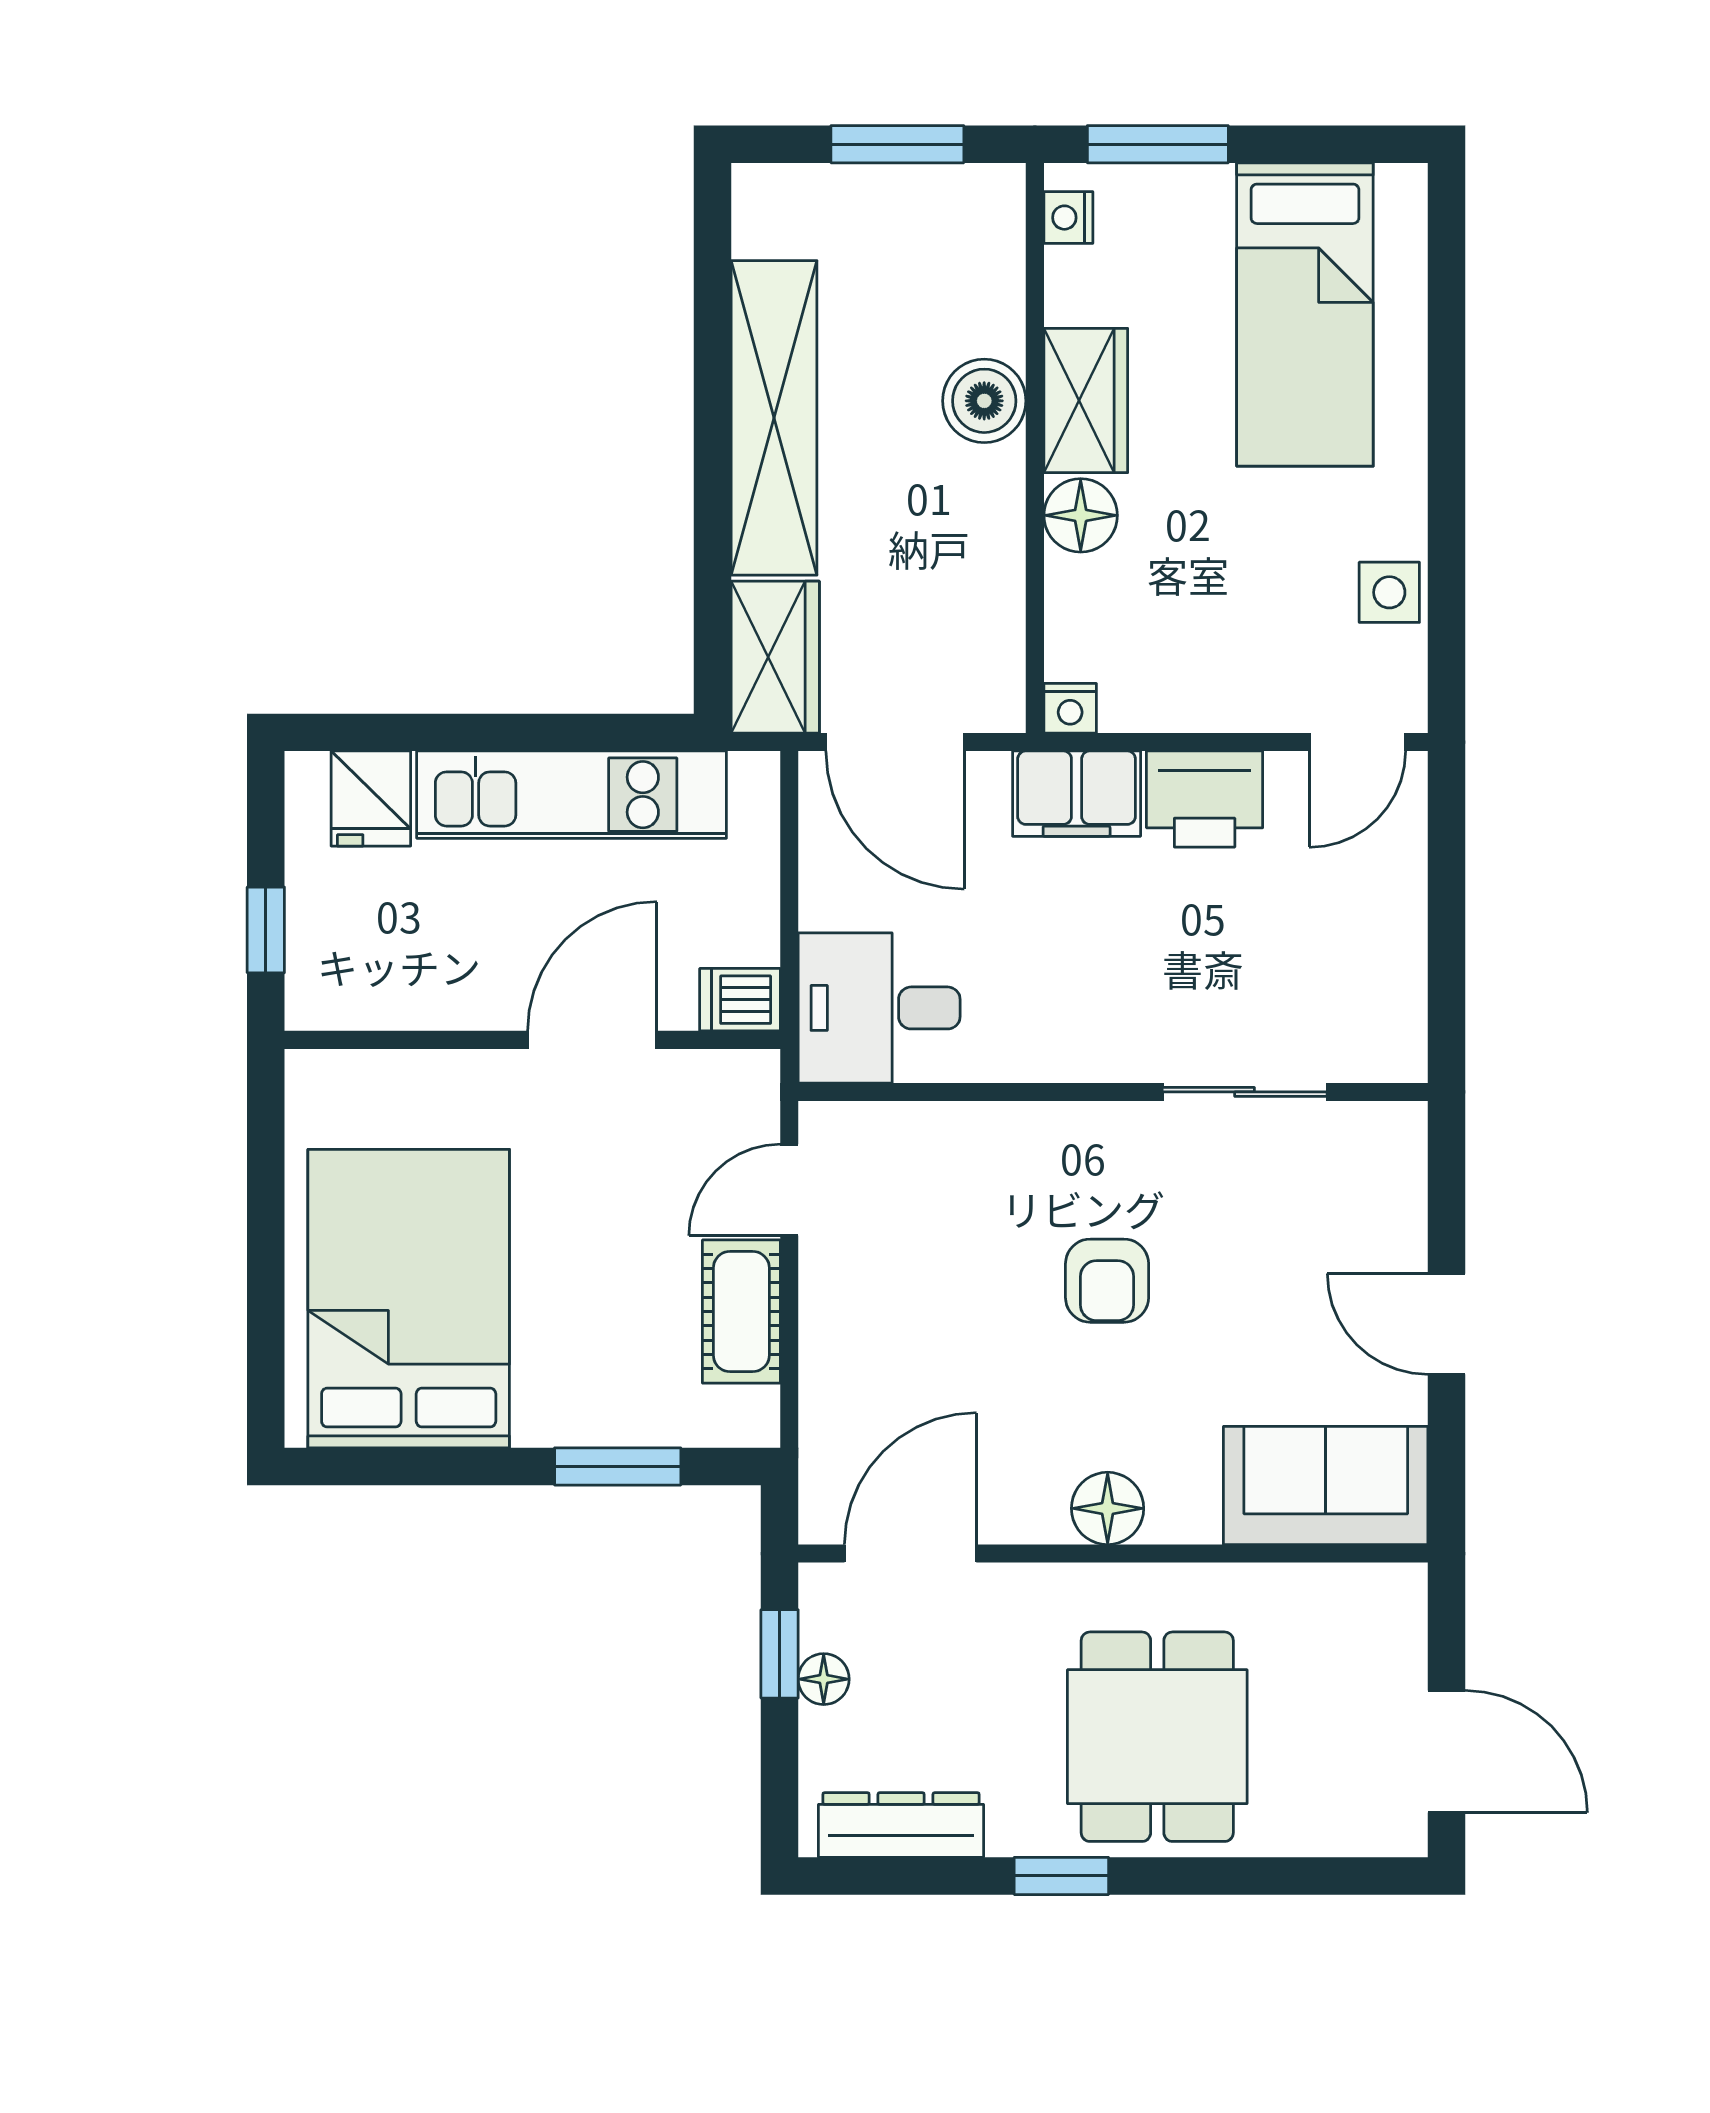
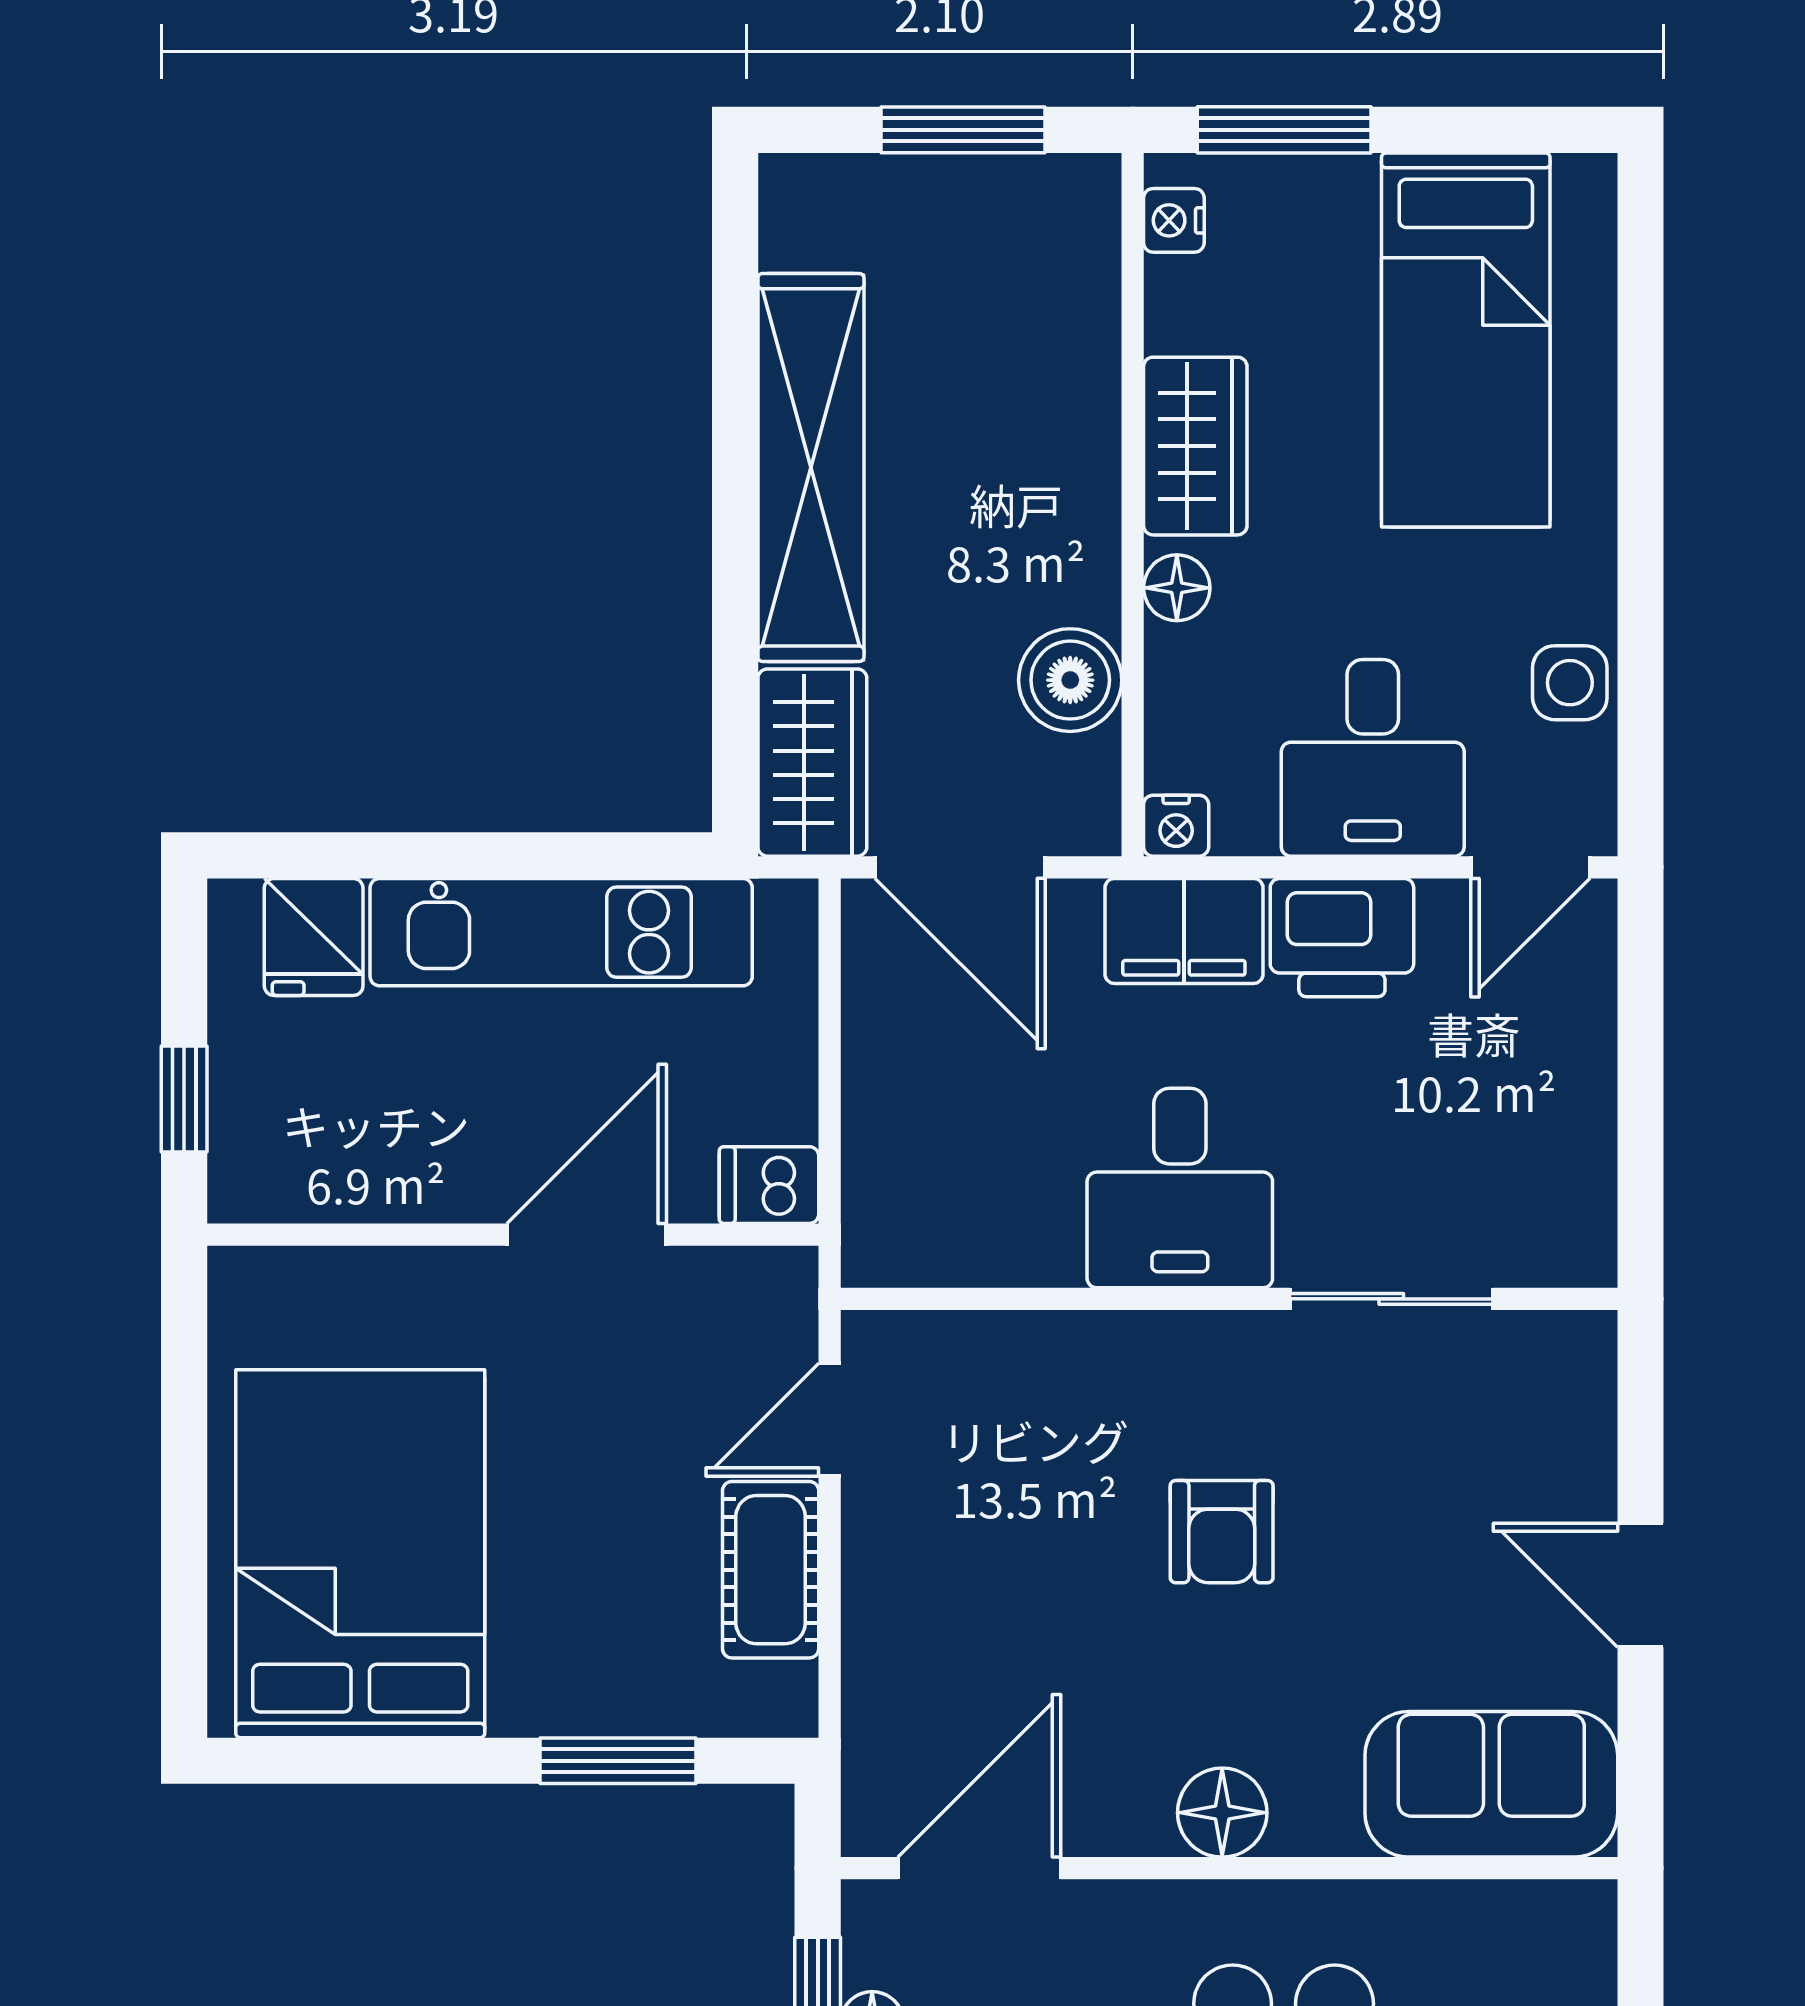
boiler: (984, 401) -> (1070, 680), moved
floor lamp: (1081, 515) -> (1177, 588), width x0.73, depth x0.73
desk: (1230, 653) -> (1373, 758), added
desk: (879, 1008) -> (1180, 1188), moved, turned -90

